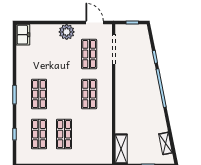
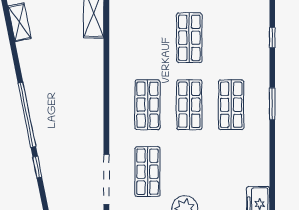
shop shelf: (39, 134) -> (189, 105), moved

